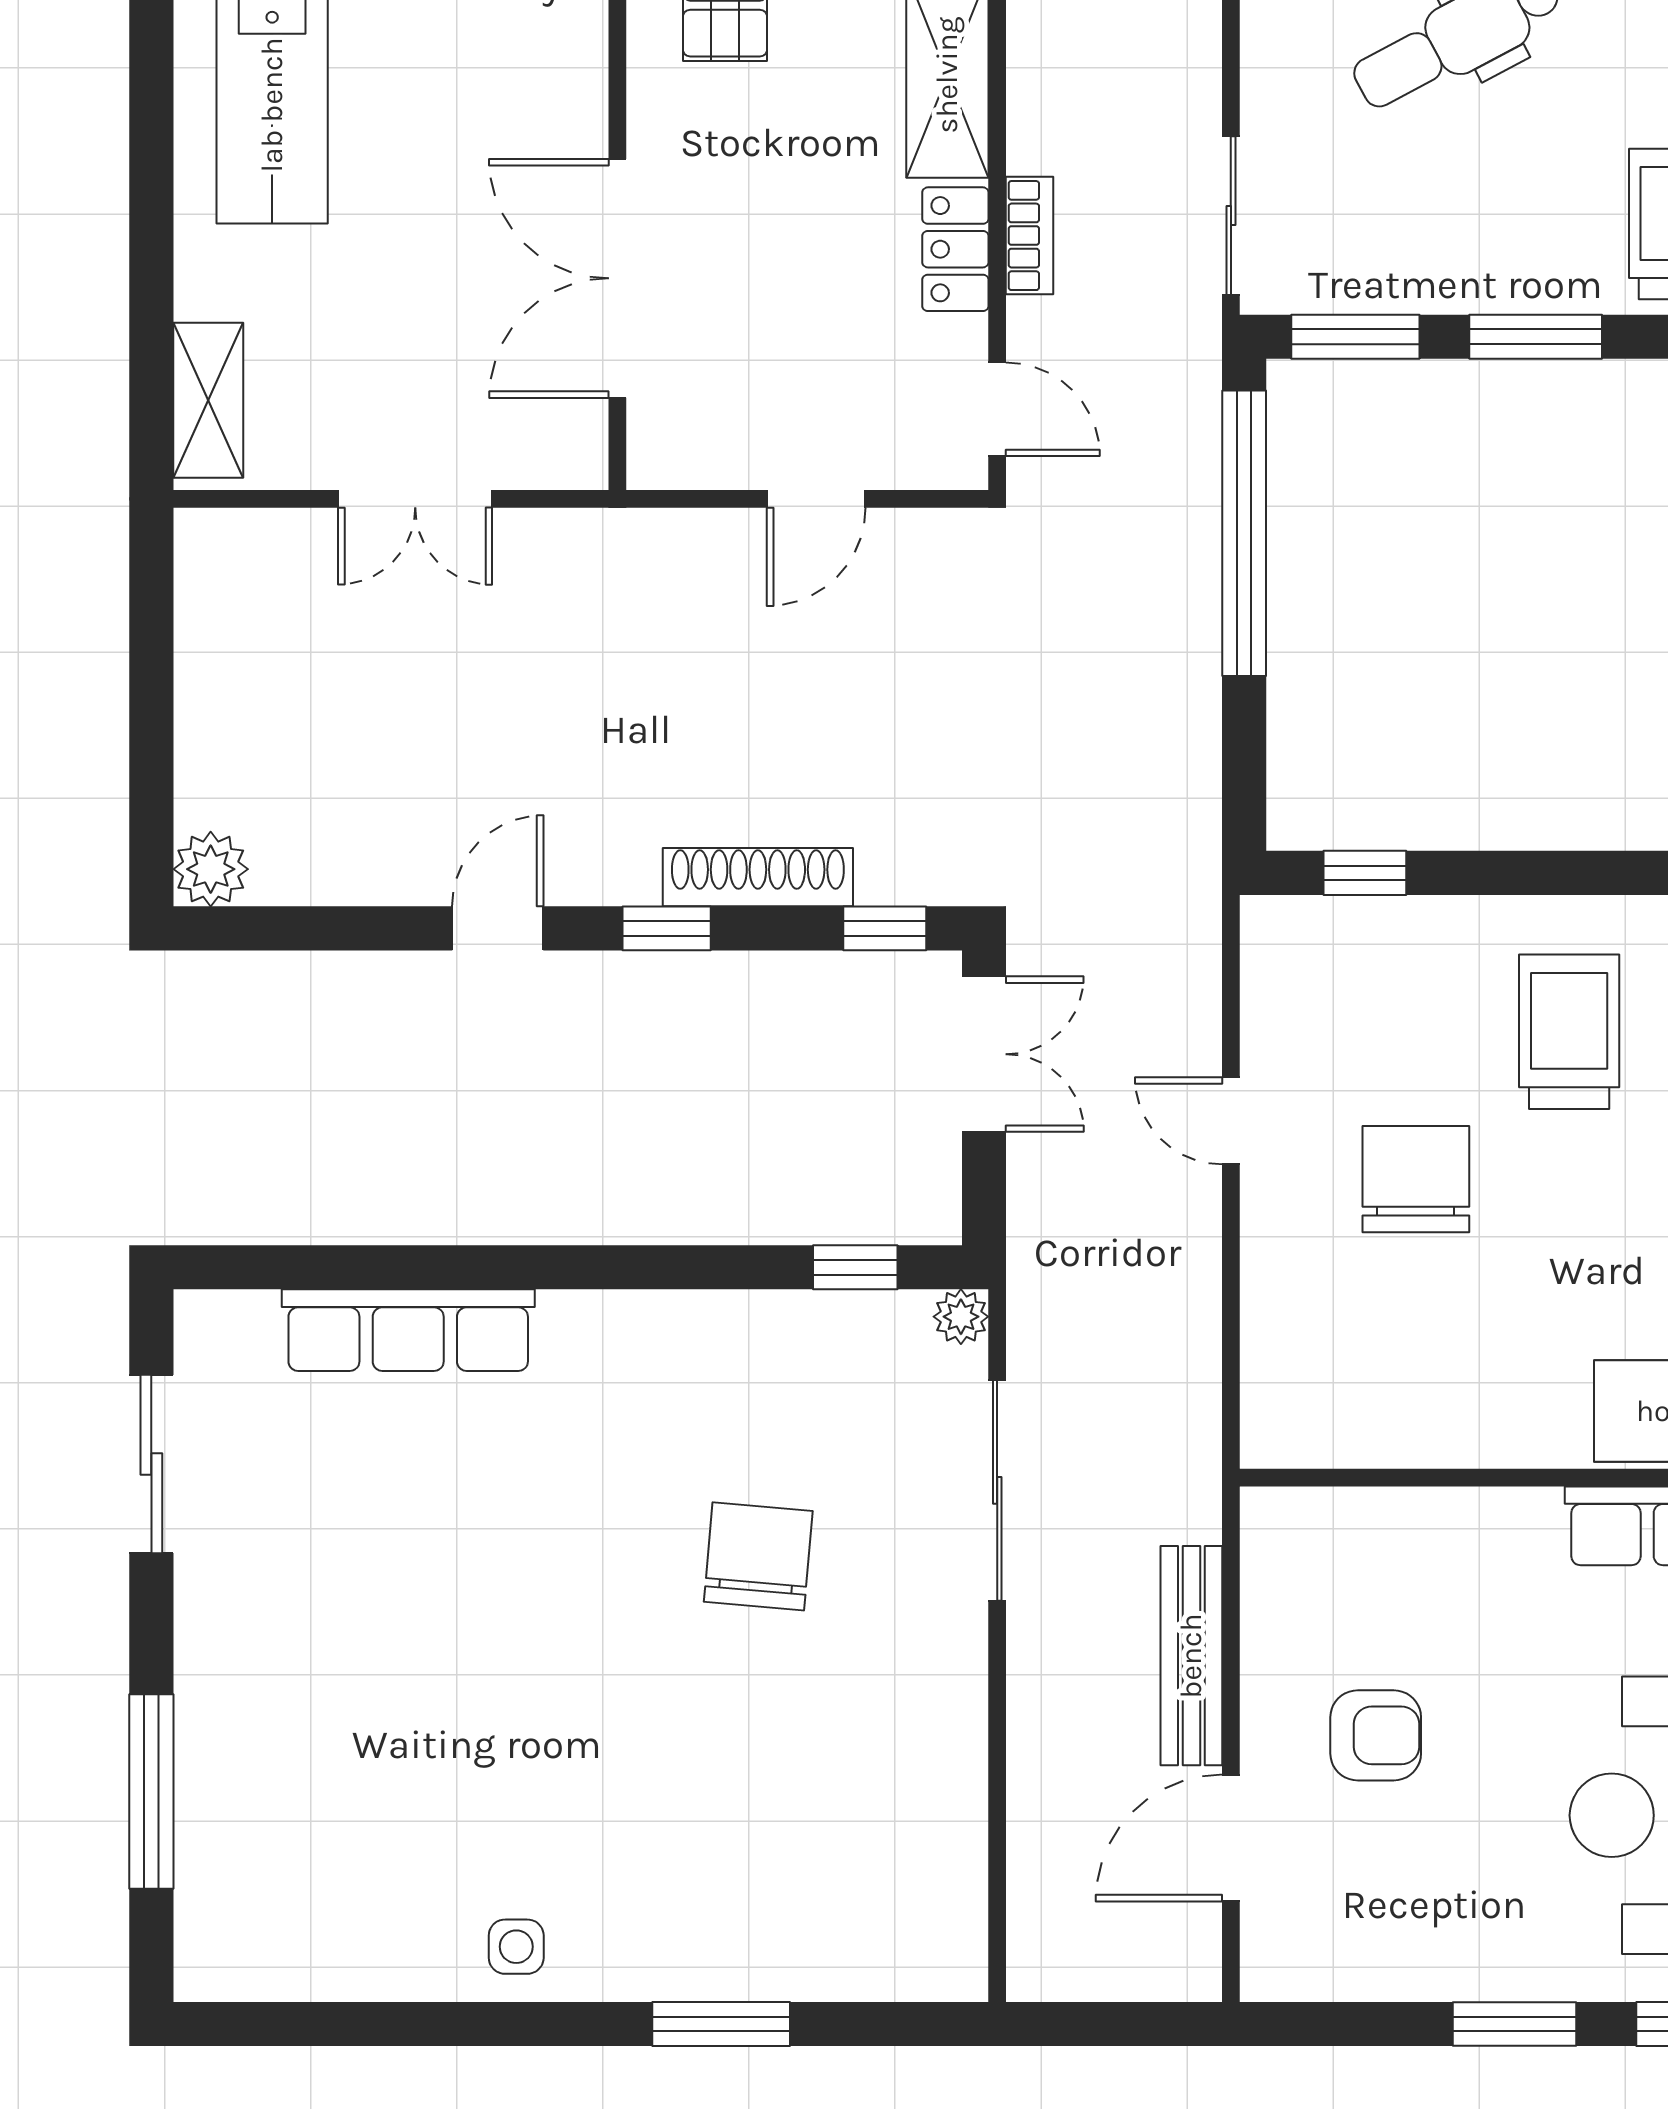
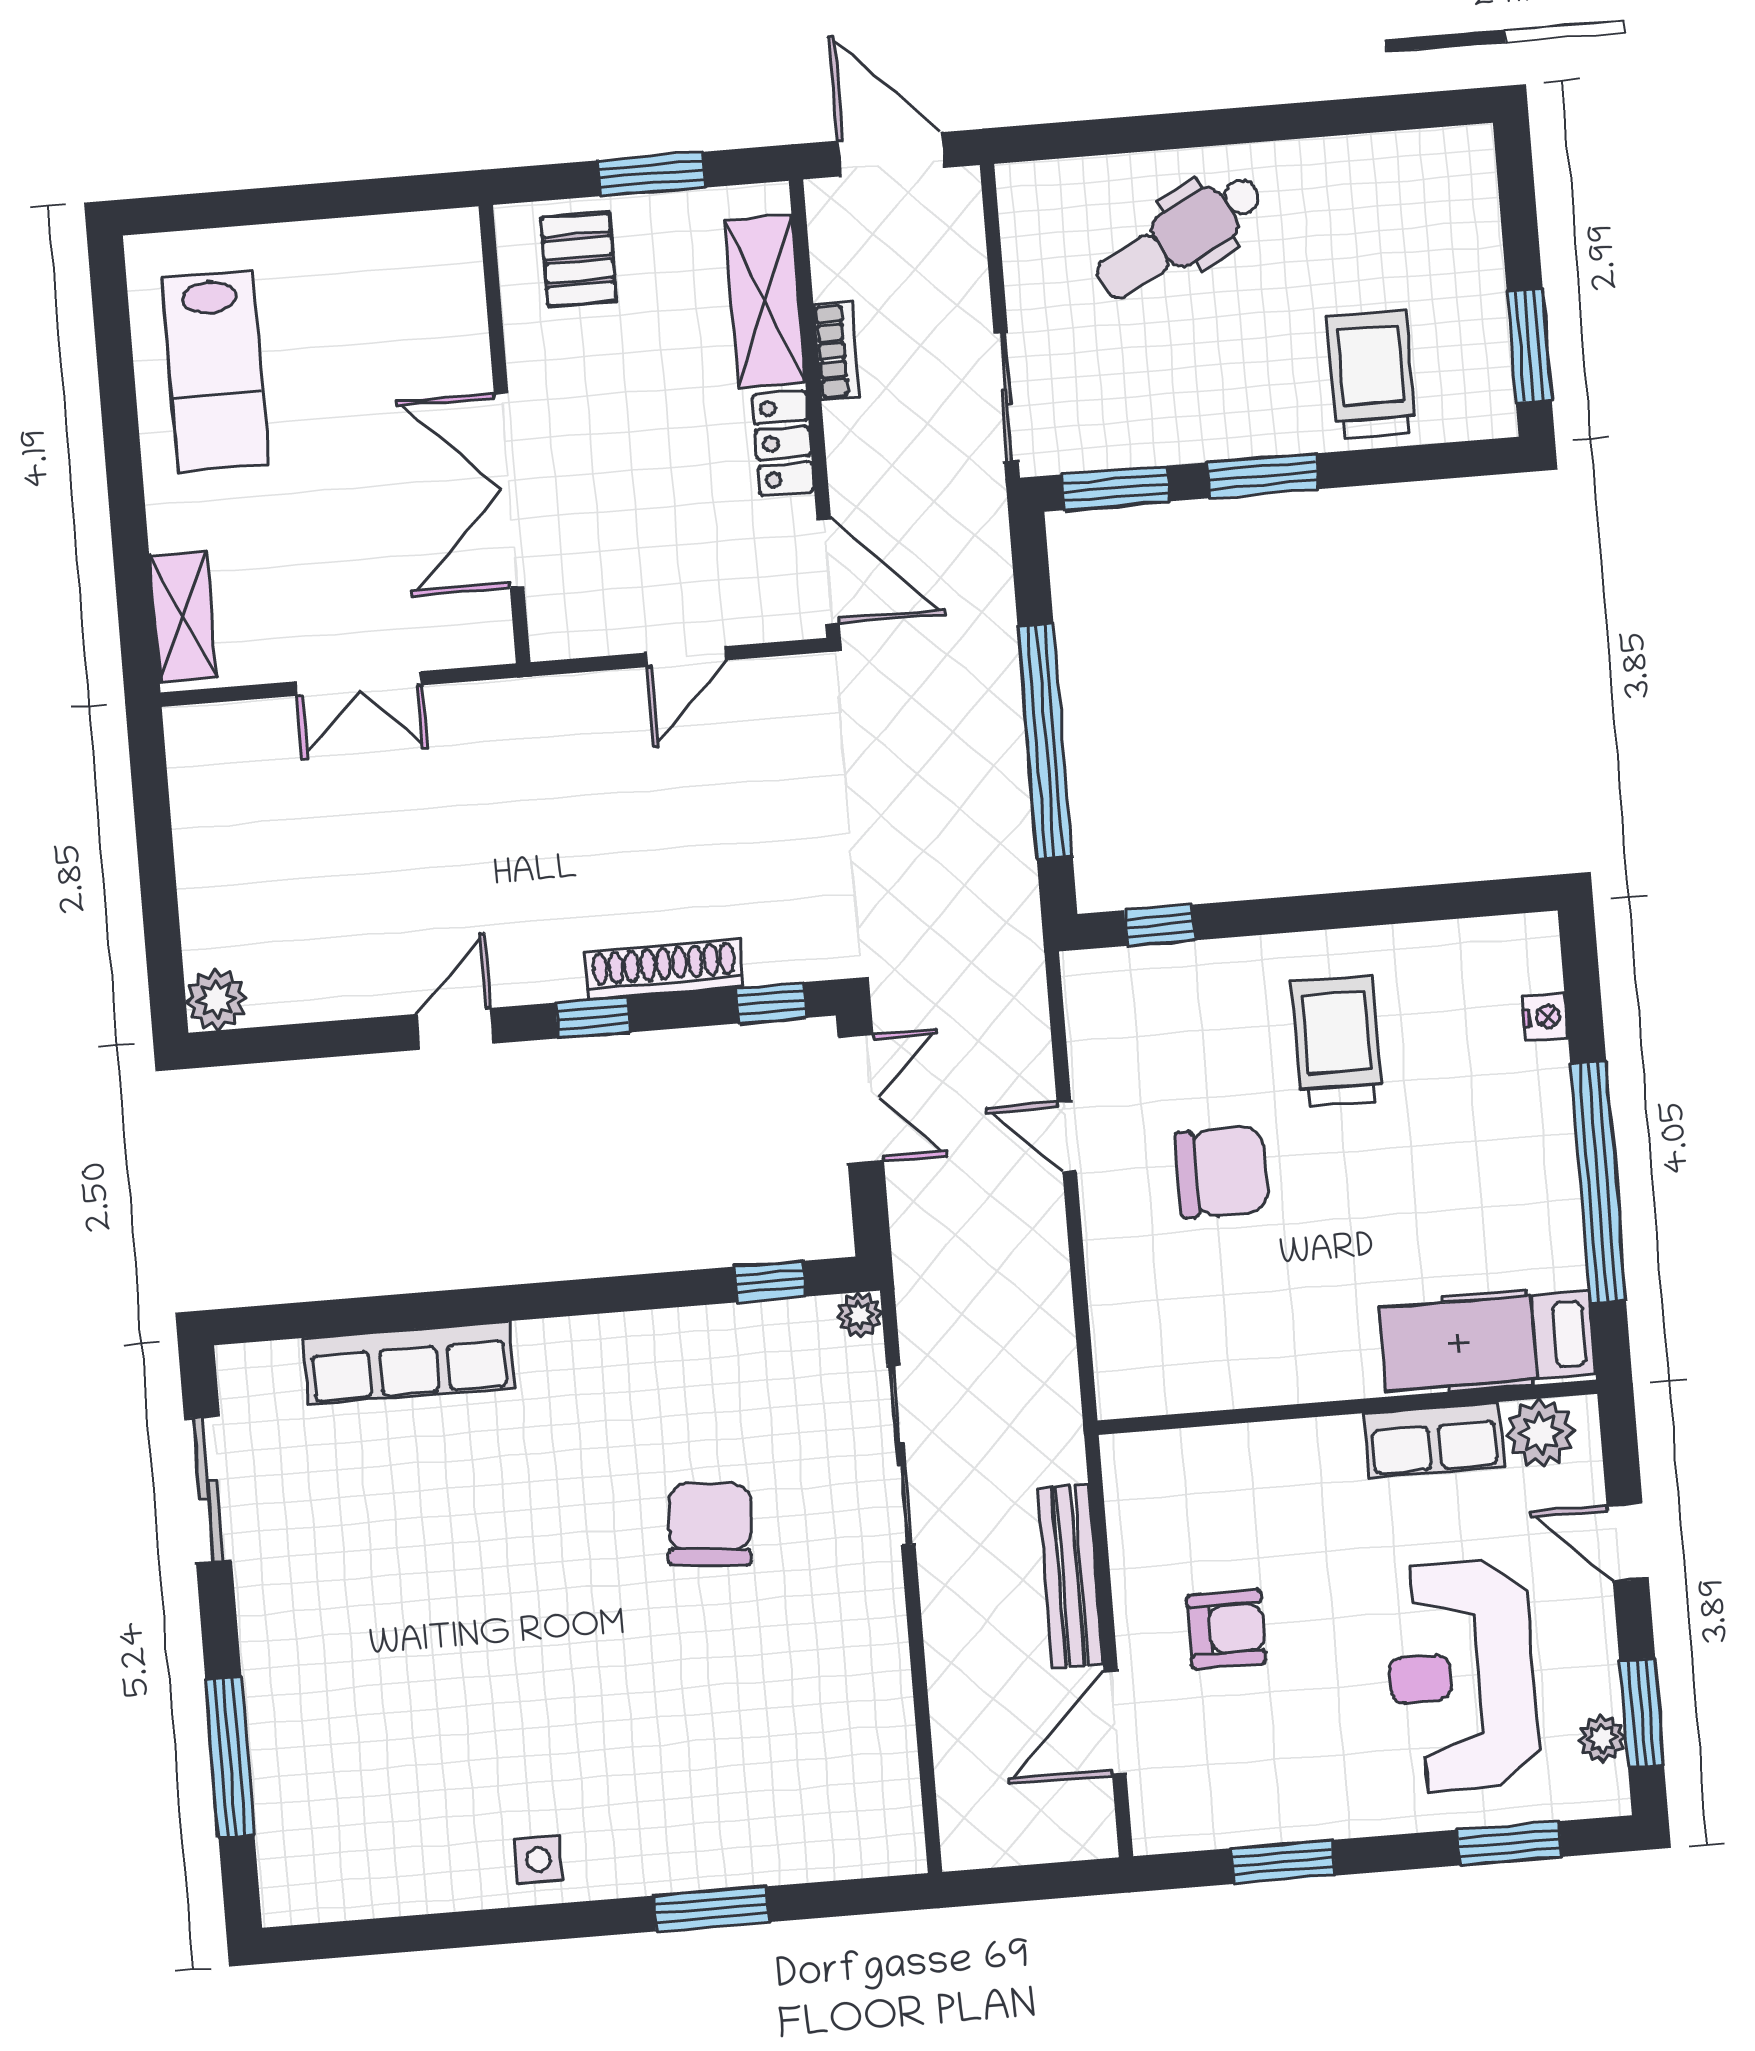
bookcase: (1030, 236) -> (837, 351), moved
door: (997, 409) -> (828, 571), width x1.38
window: (1244, 533) -> (1045, 741), moved
chair: (1416, 1179) -> (1222, 1172), turned 90
window: (1514, 2024) -> (1284, 1862), moved

